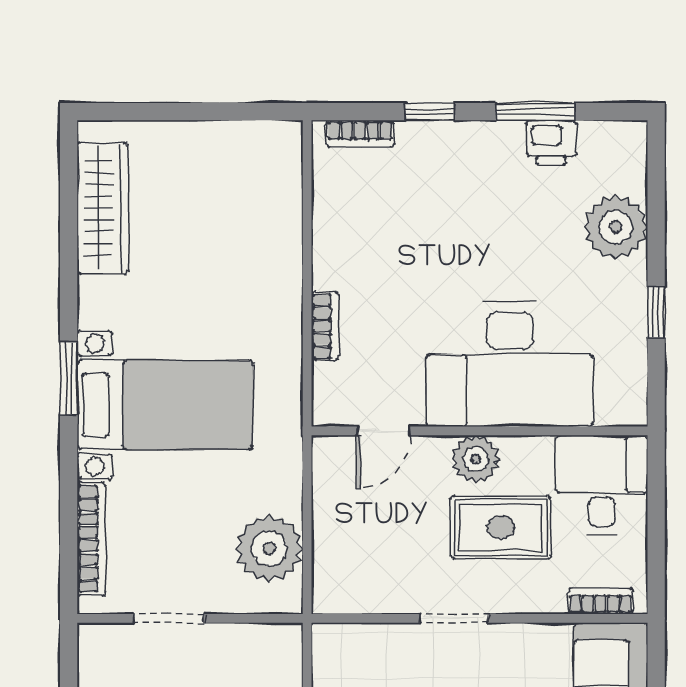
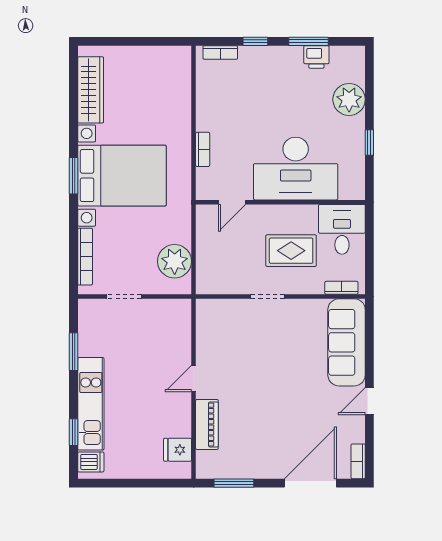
bed with nightstands: (165, 405) -> (122, 176), width x1.36
plant: (476, 459) -> (278, 216), removed

